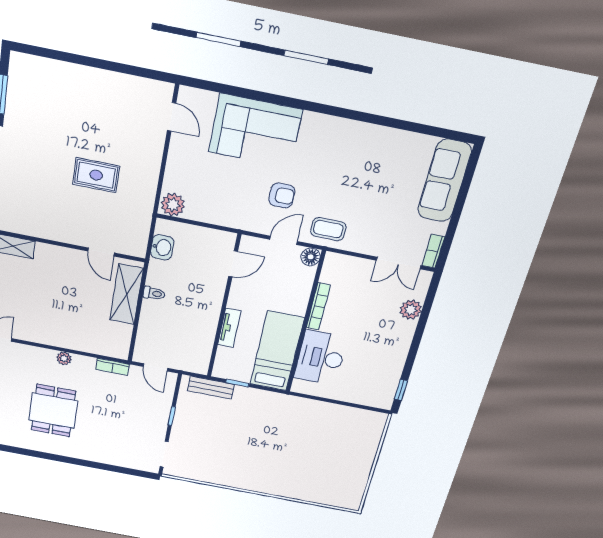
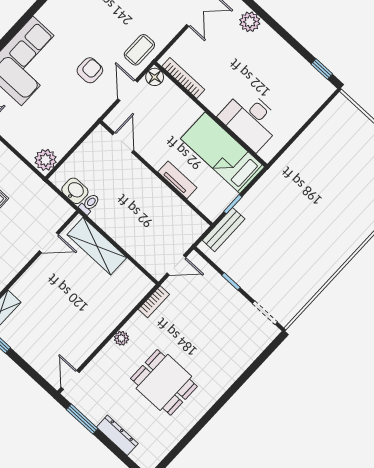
toilet: (154, 293) -> (89, 204), moved
bookcase: (318, 306) -> (183, 78), moved

